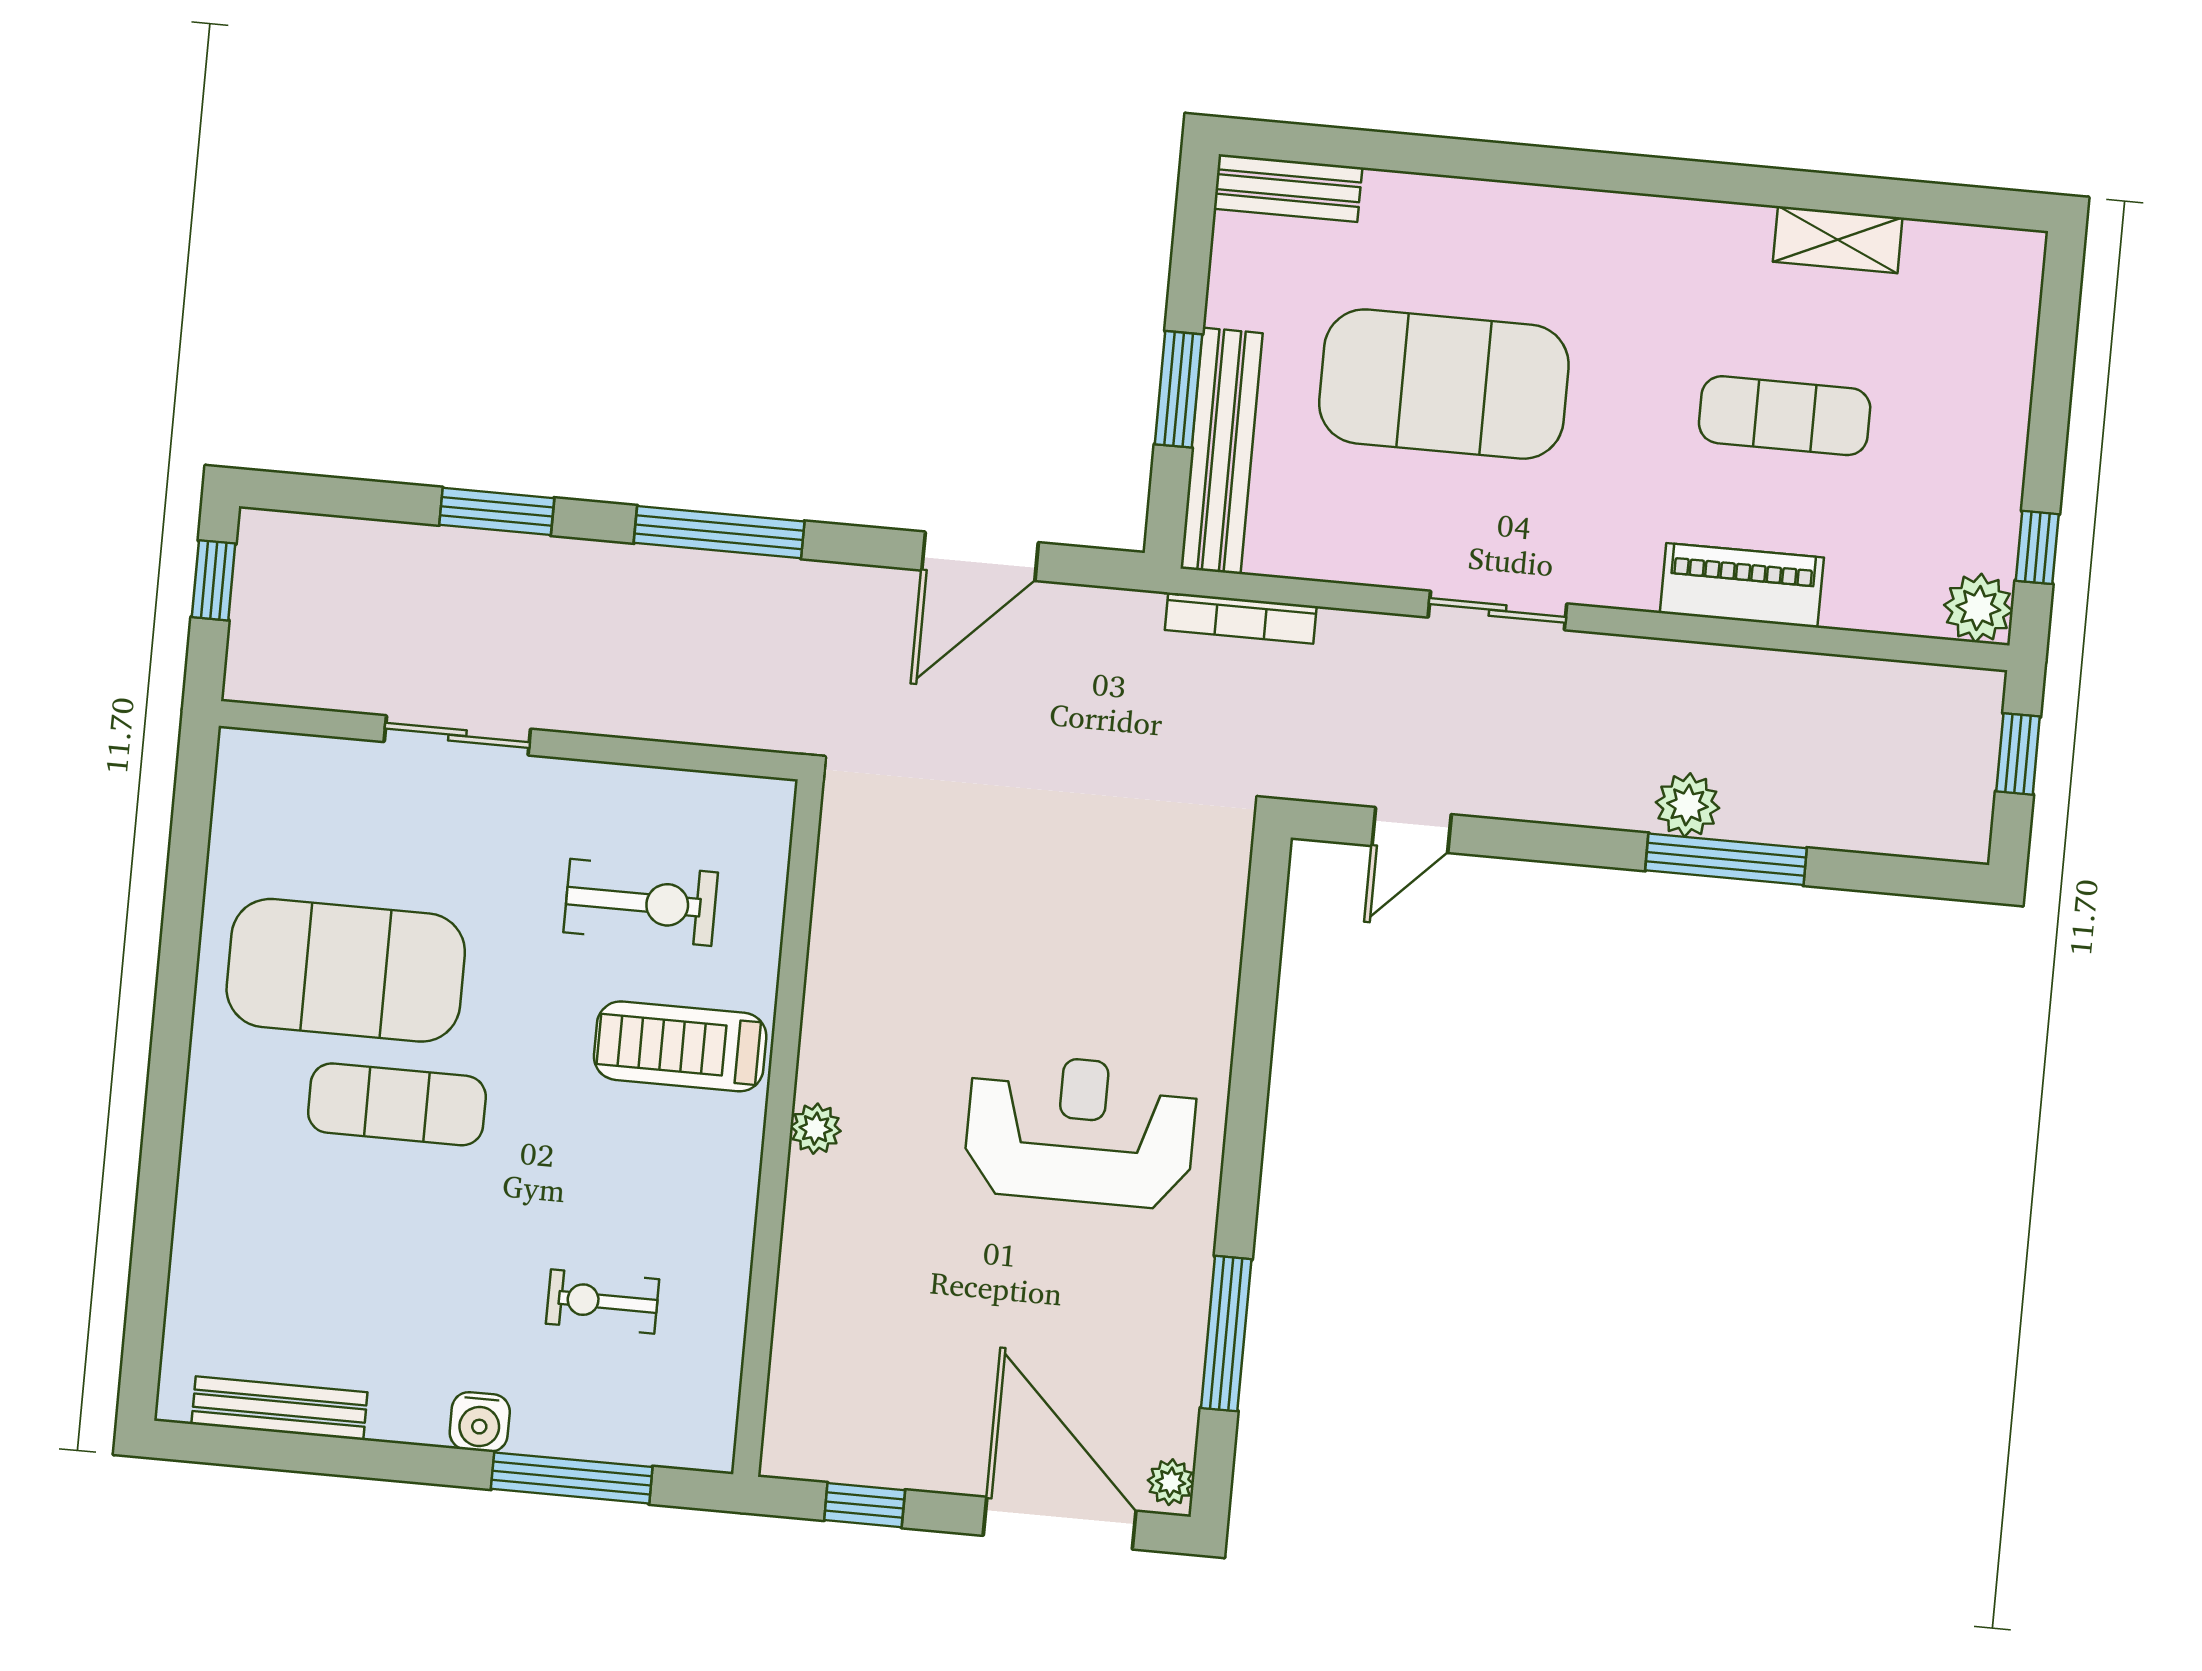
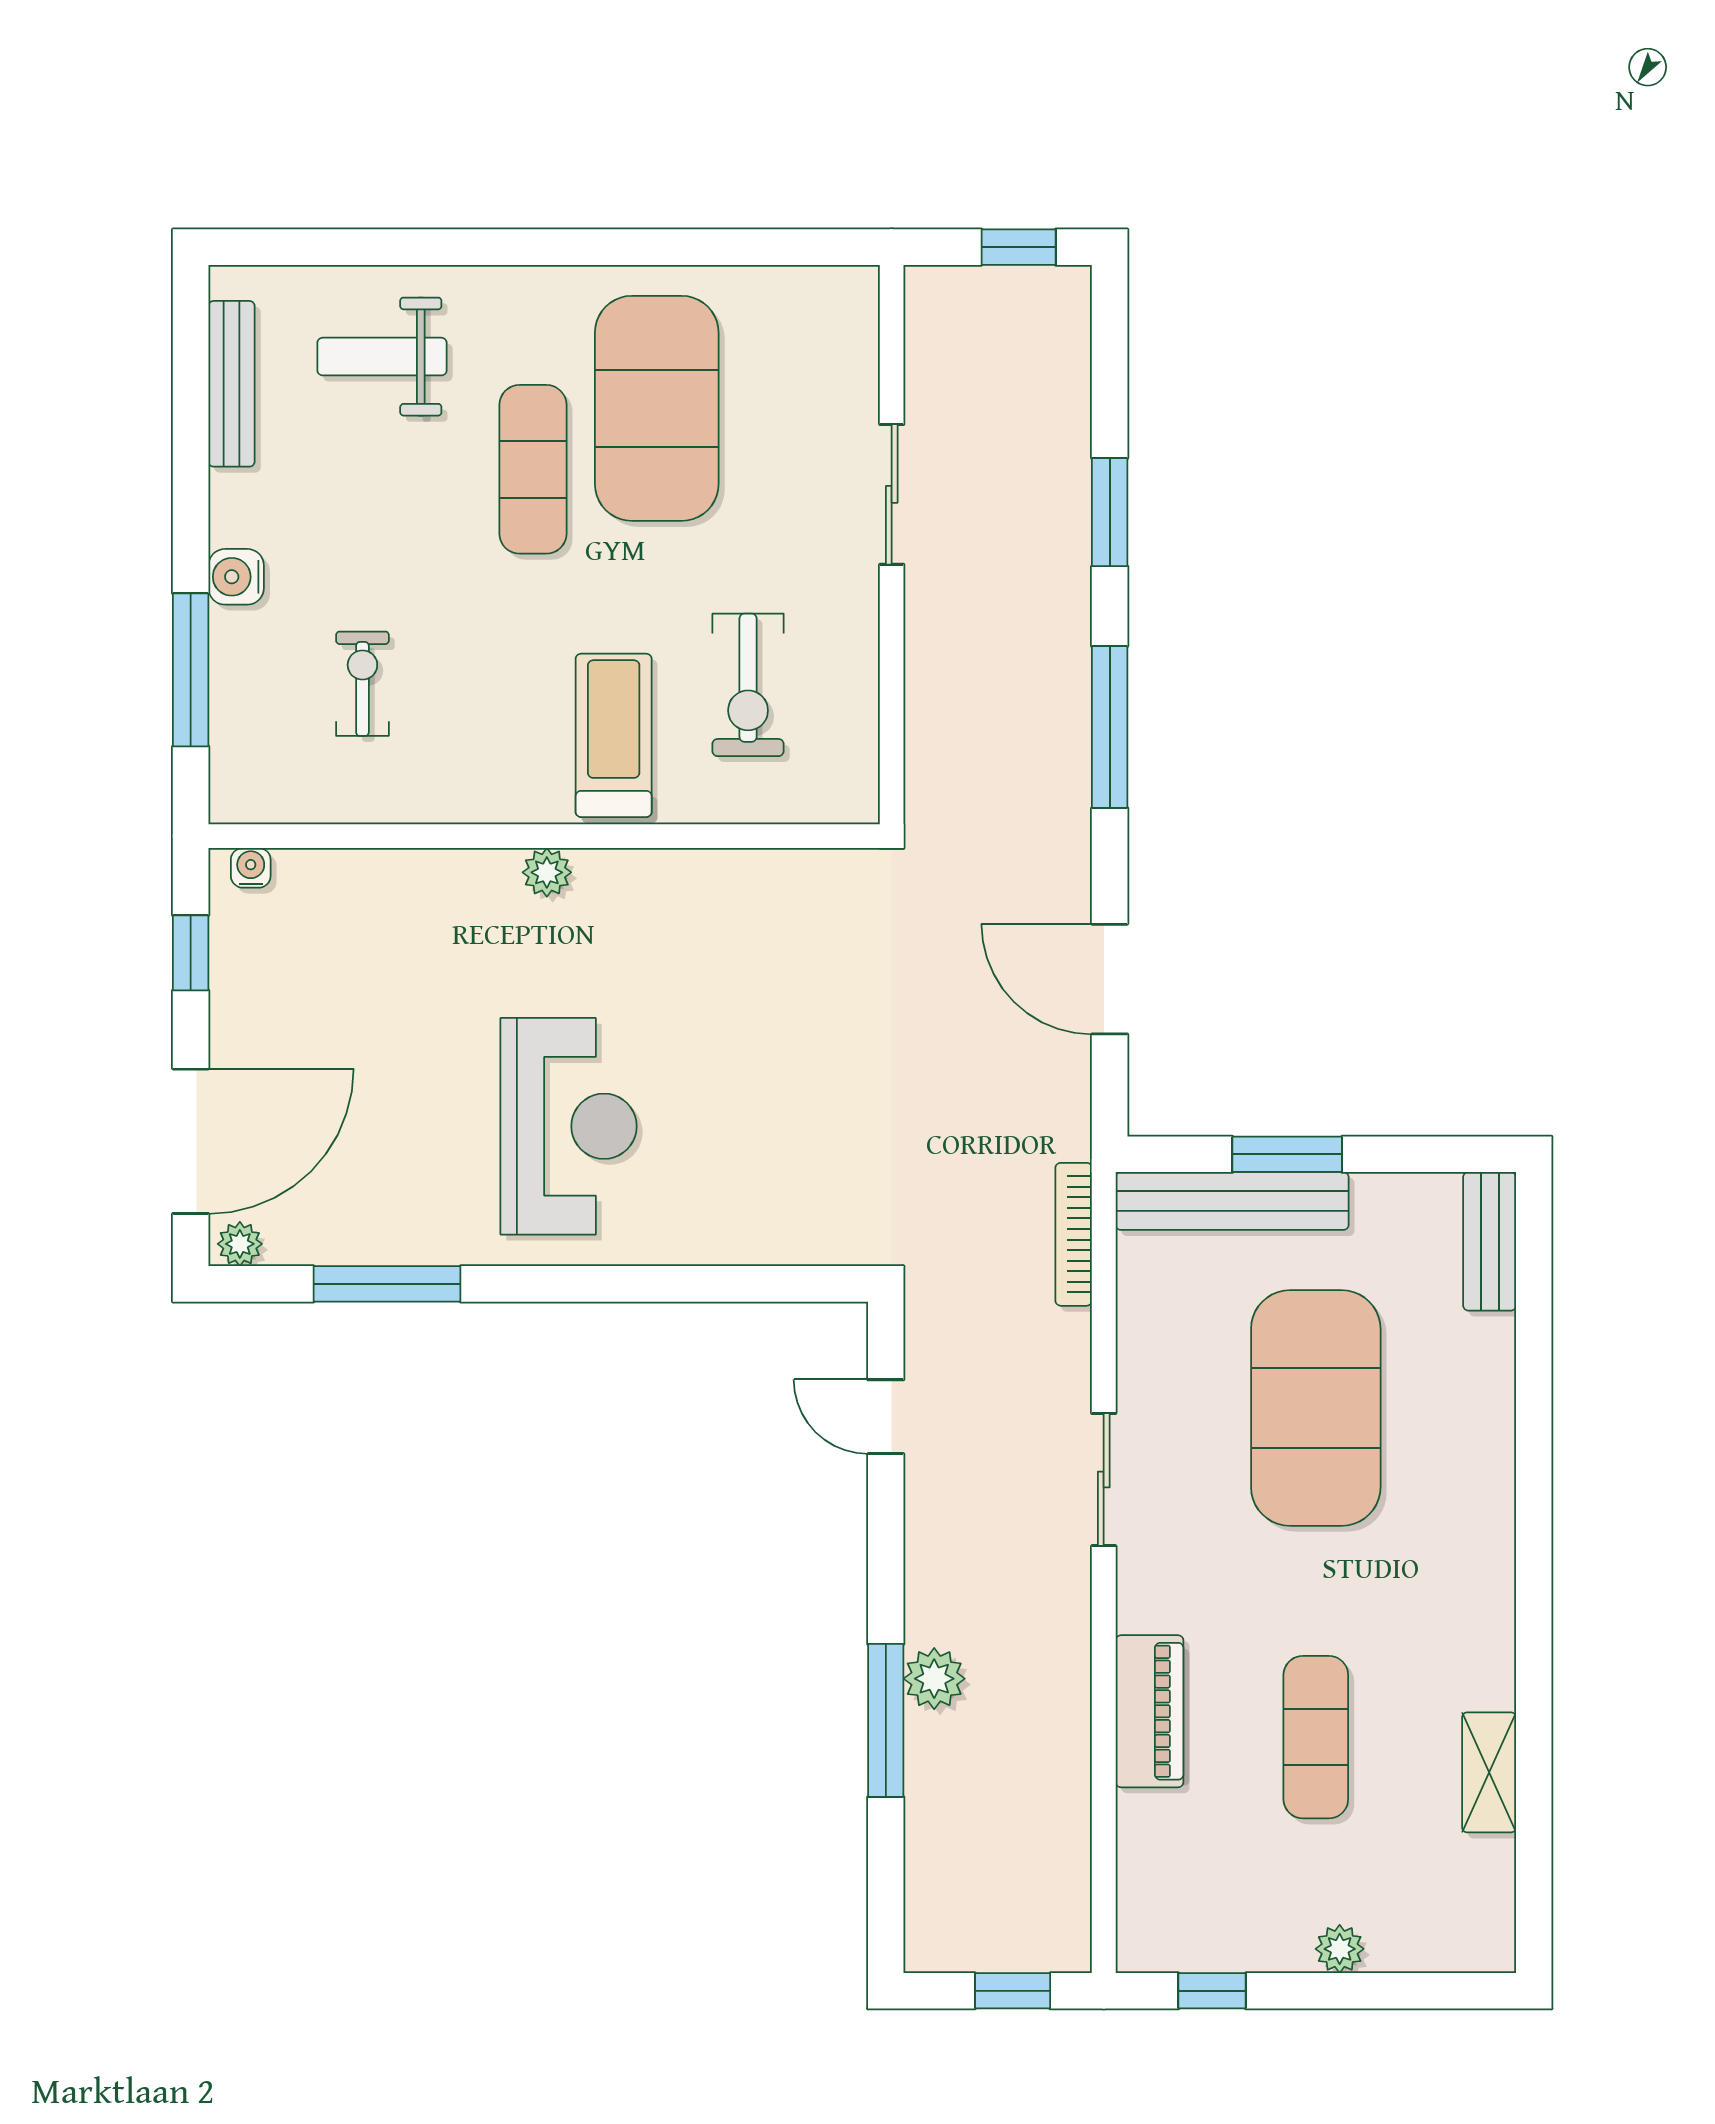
plant: (1978, 608) -> (1340, 1949), moved, width x0.73, depth x0.73
weight bench: (266, 1250) -> (382, 357), added
water cooler: (782, 1435) -> (251, 868), added

